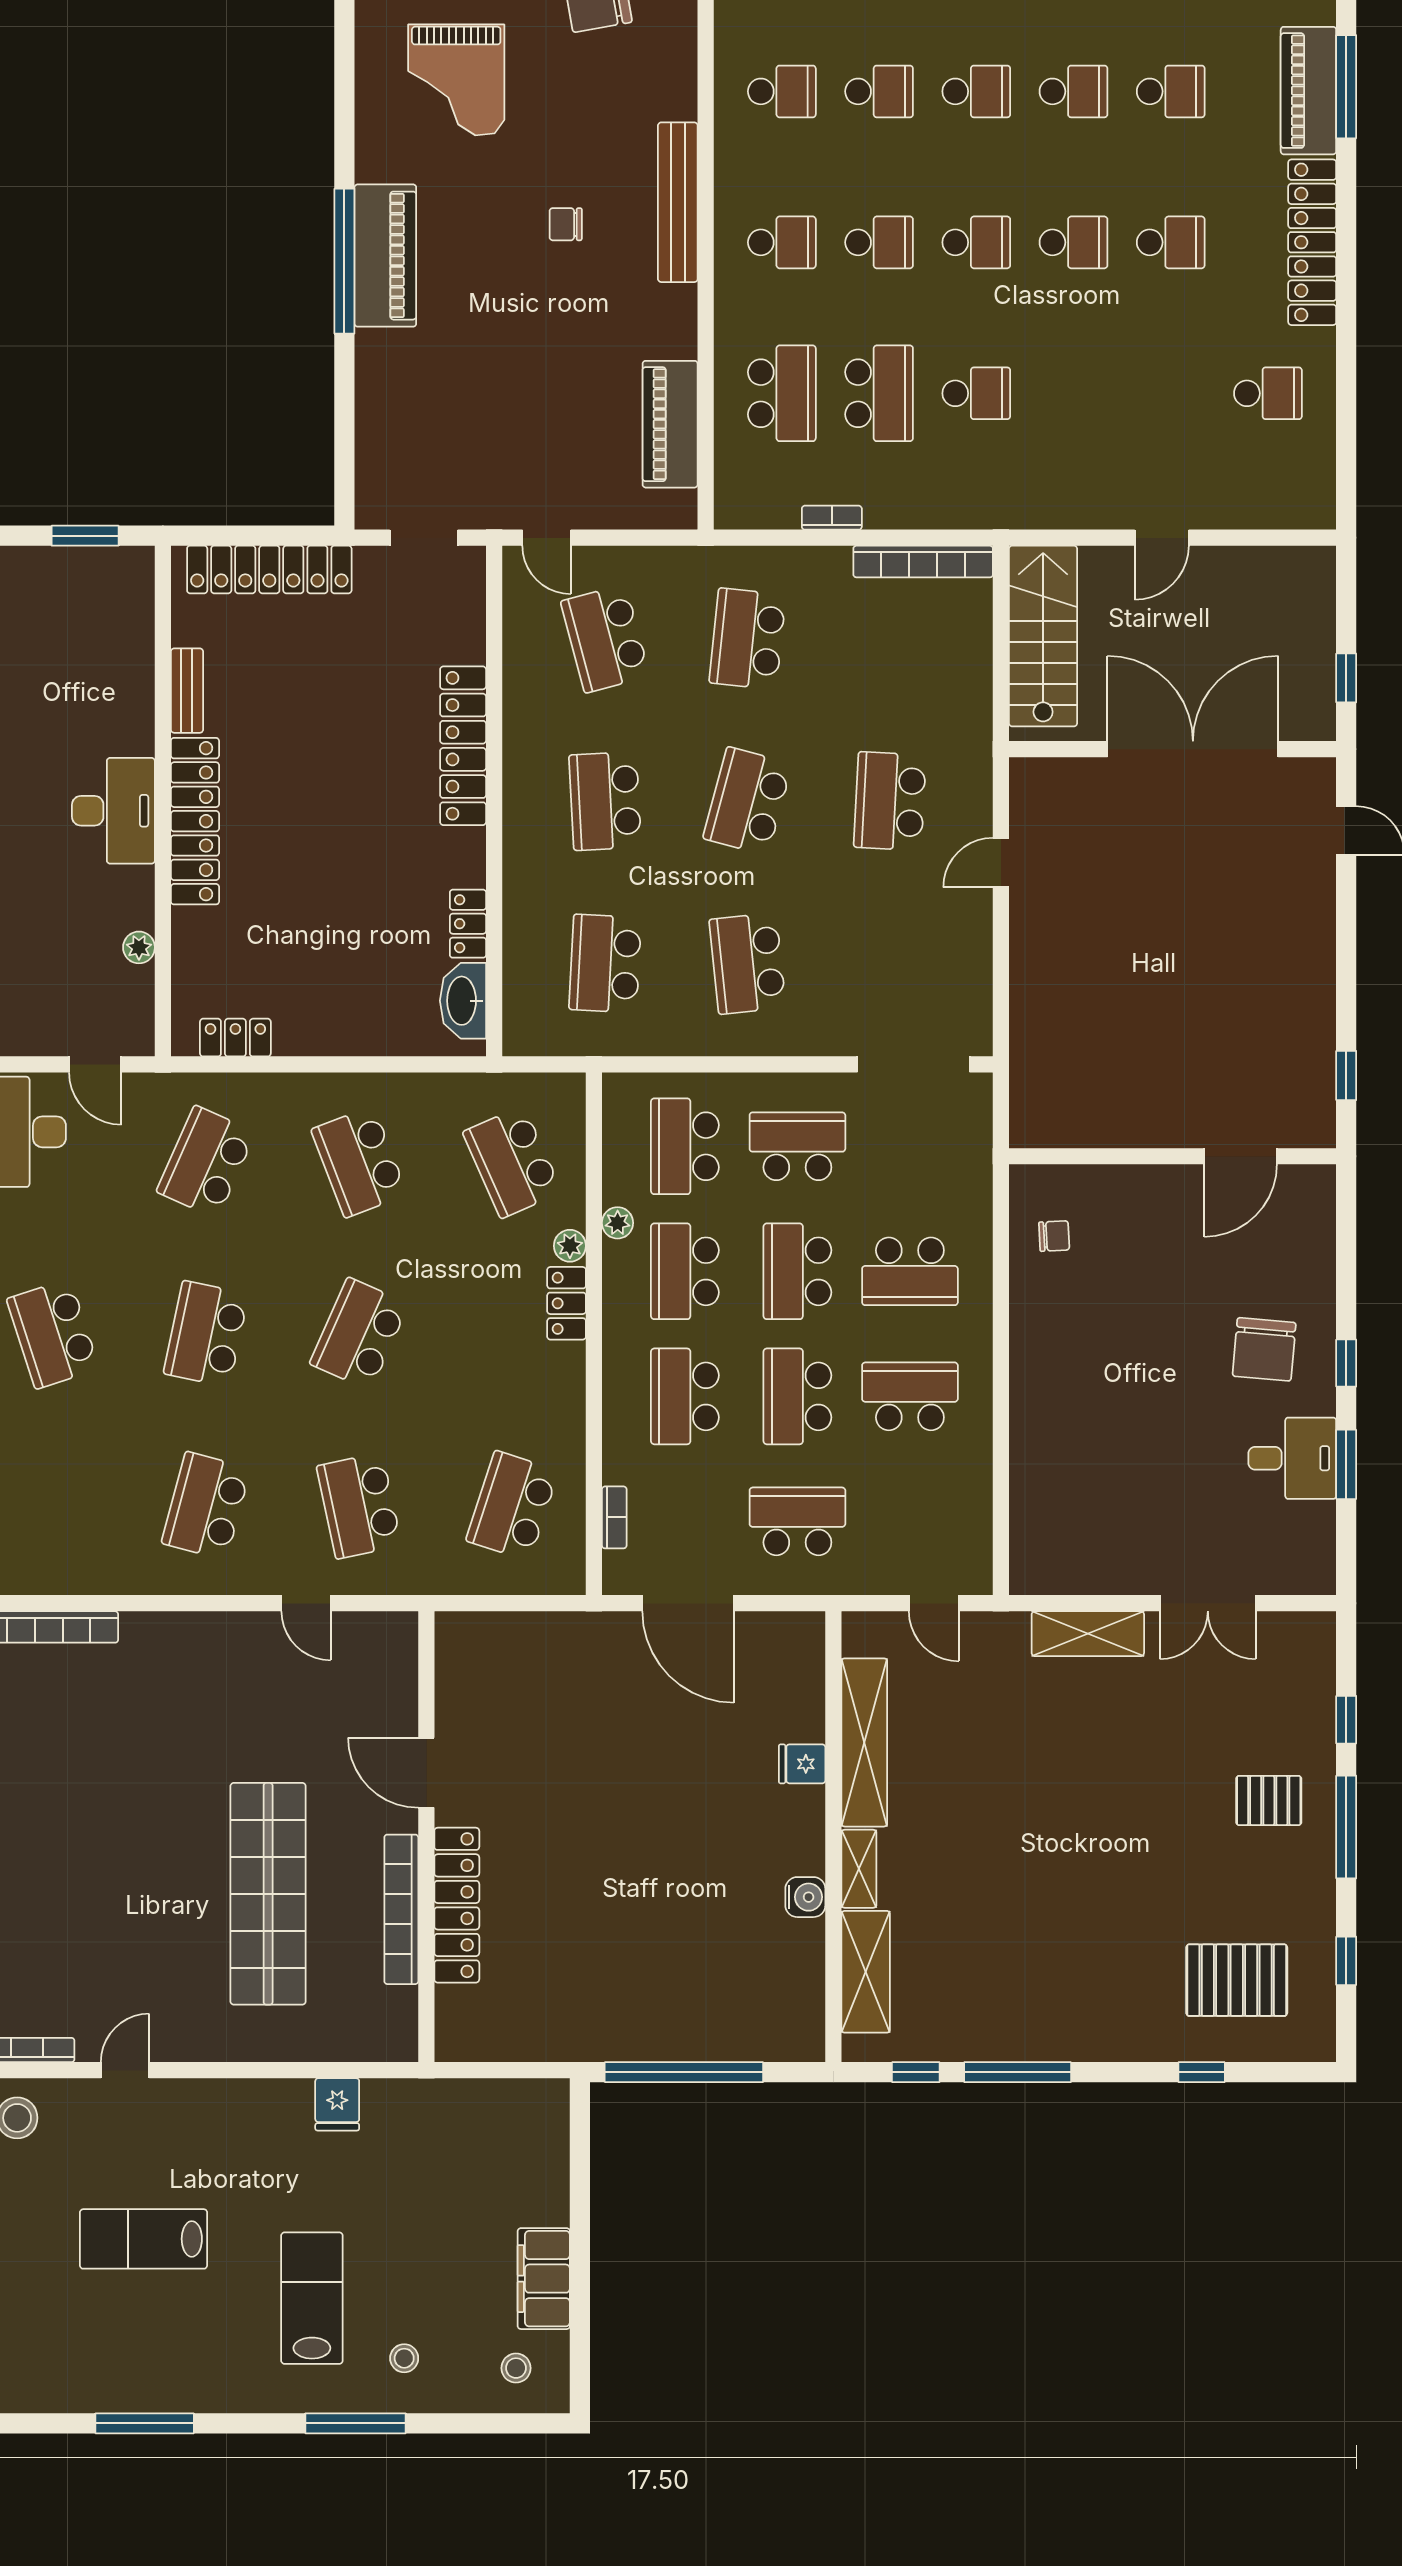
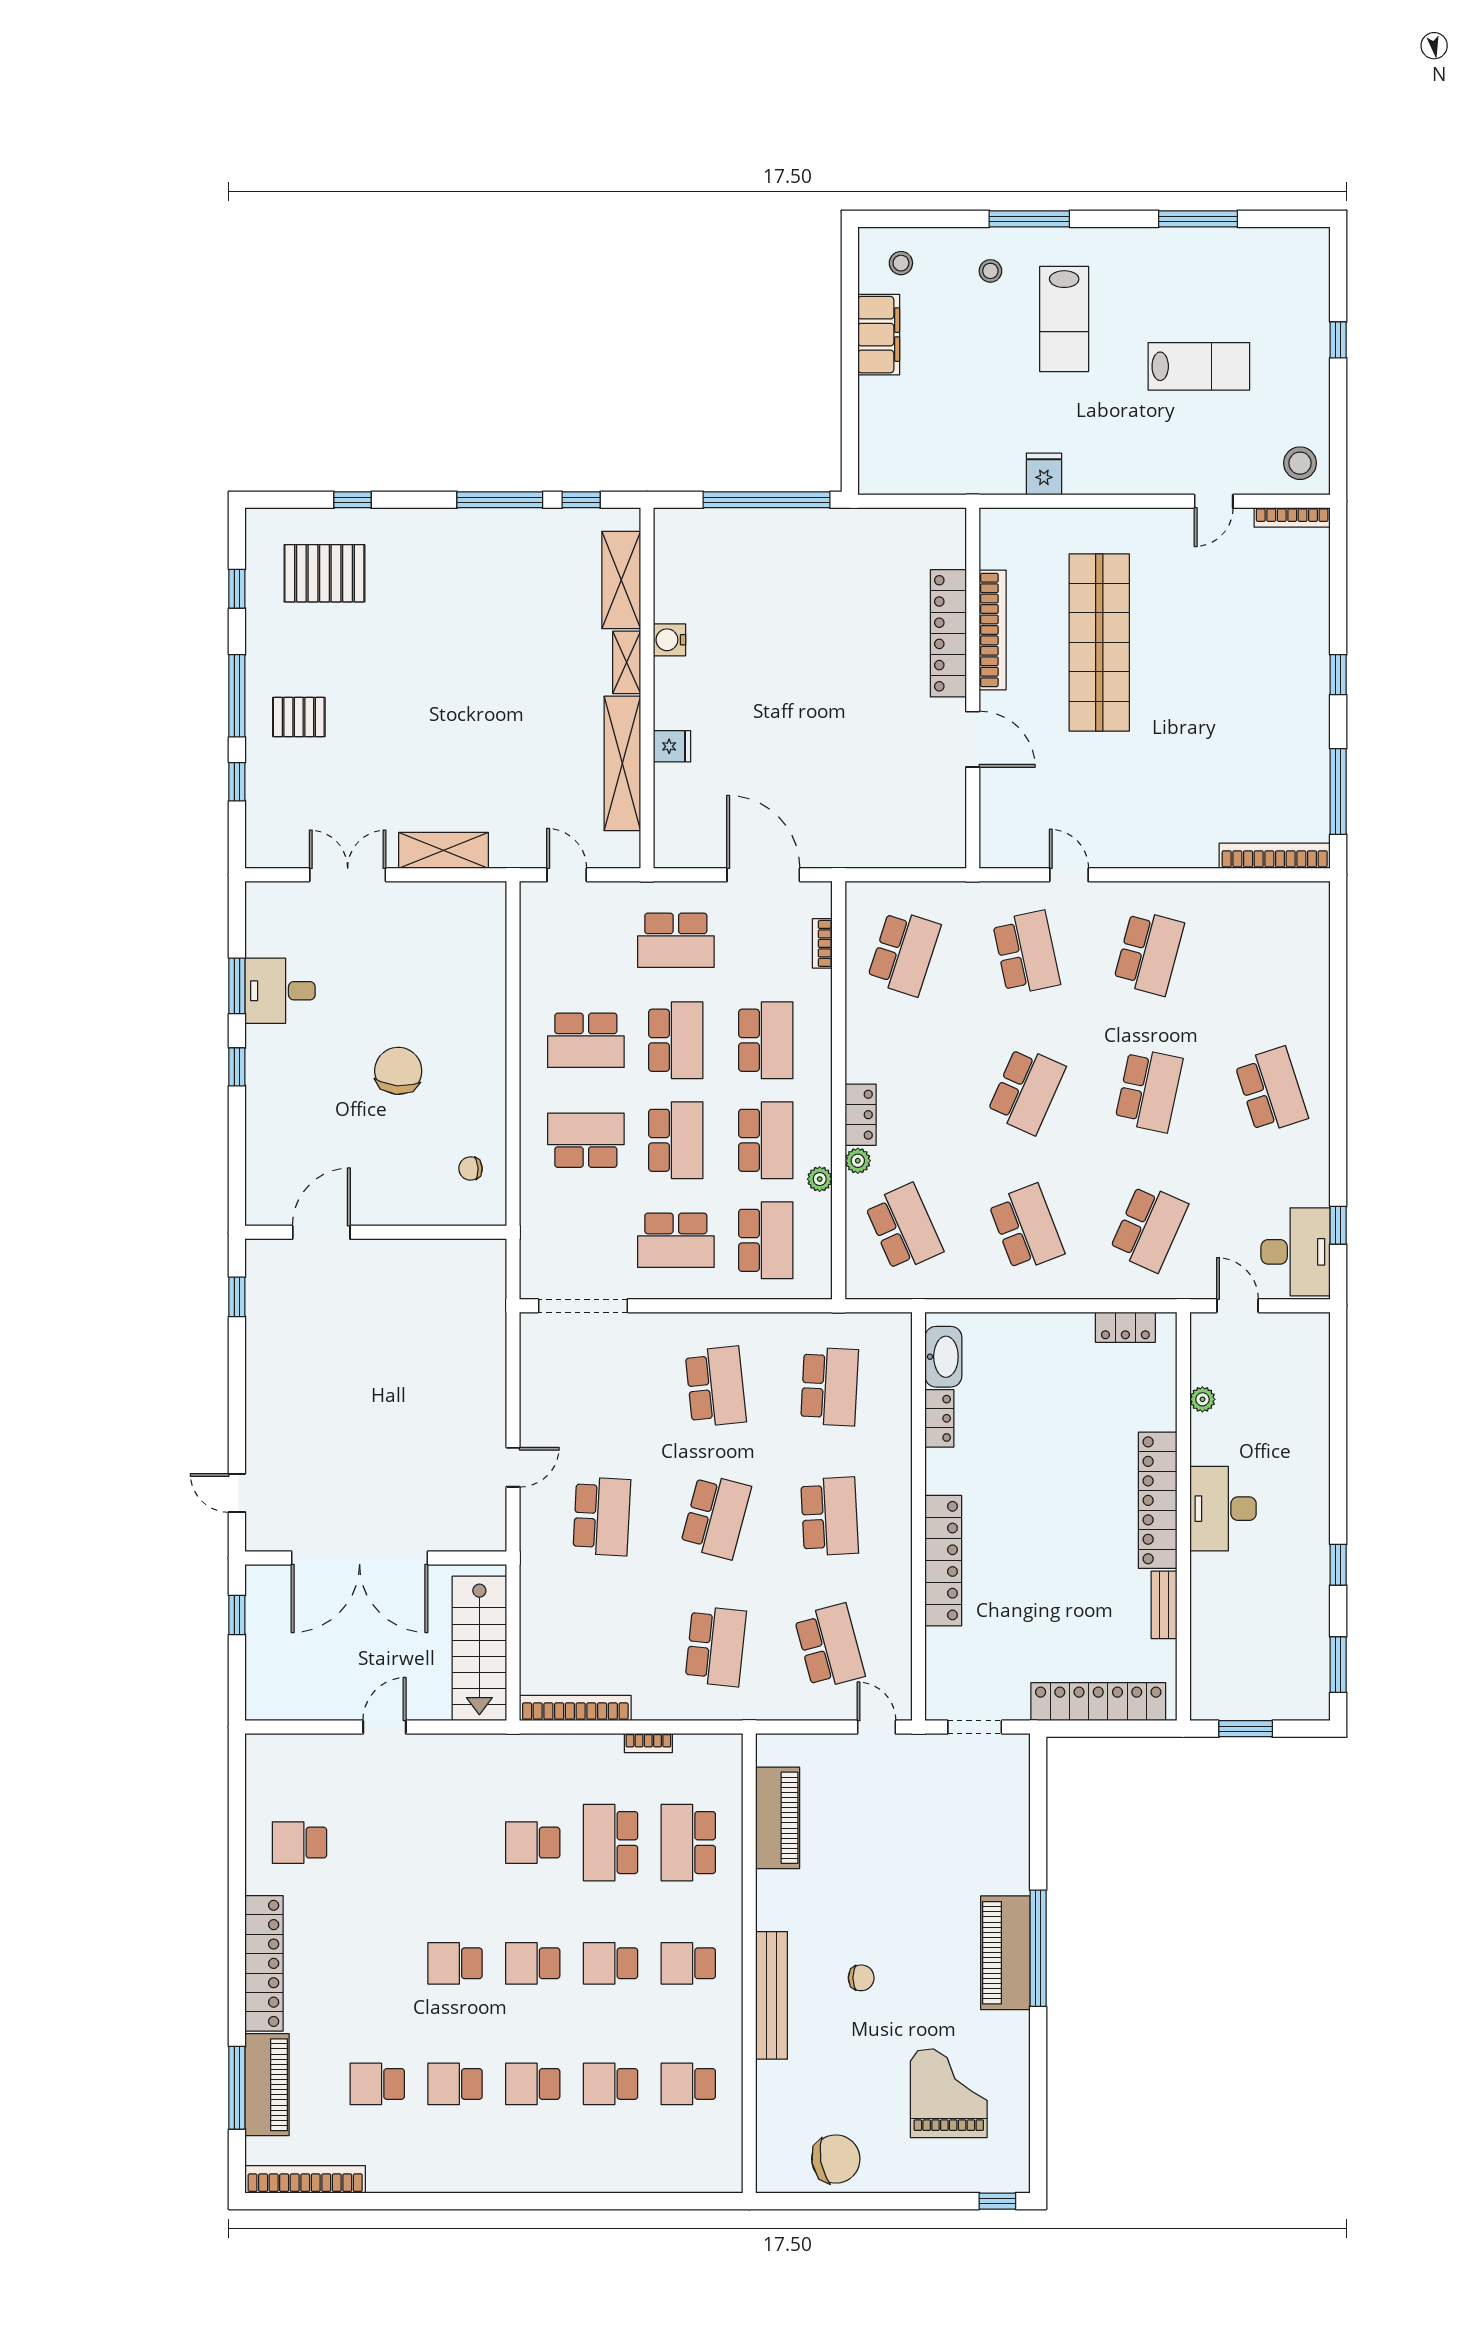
school desk: (1171, 242) -> (377, 1963), removed
chair: (1264, 1349) -> (398, 1071), moved

